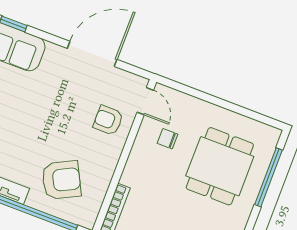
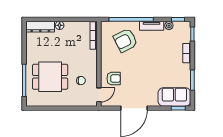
door: (145, 101) -> (99, 95), swing flipped
dining table: (220, 166) -> (50, 77), turned 90

